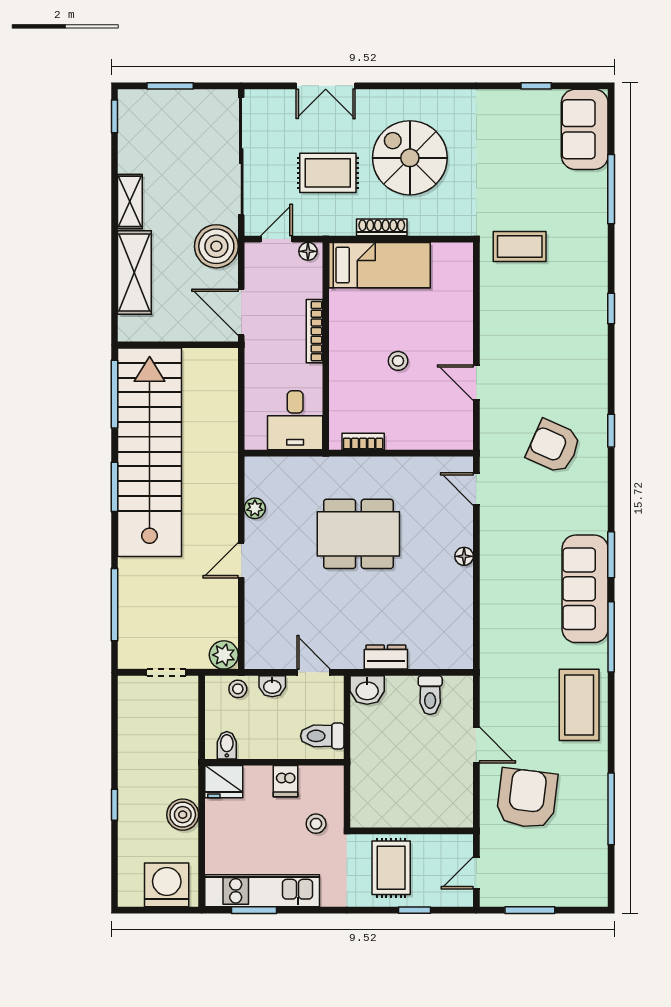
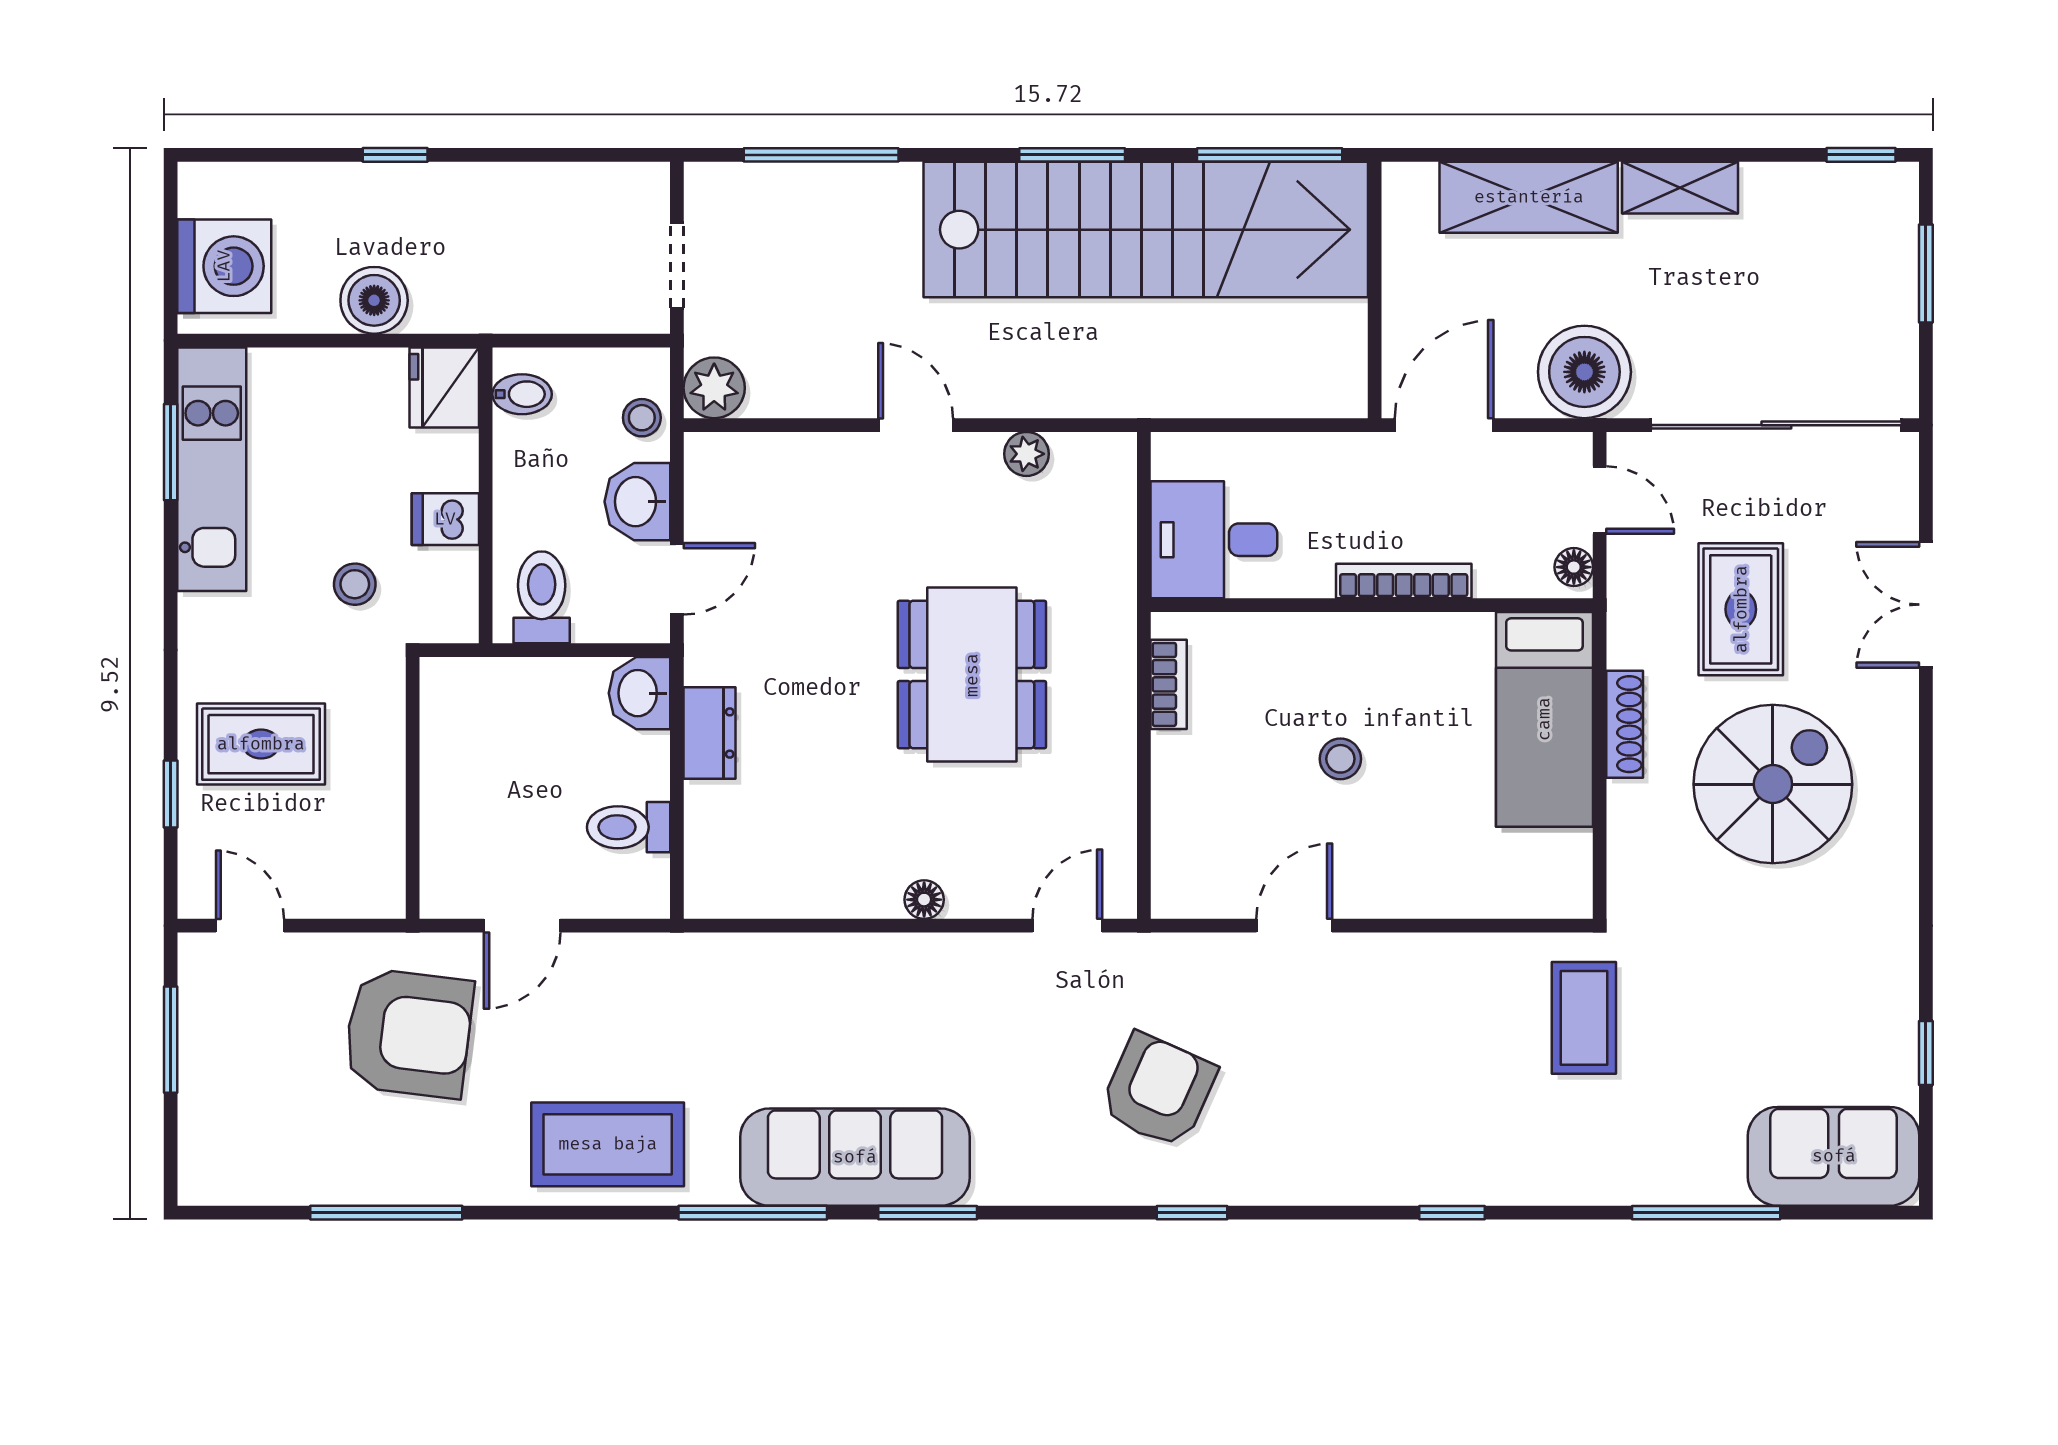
washbasin: (272, 686) -> (637, 502), width x1.38, depth x1.45
wall: (412, 831) -> (413, 788), moved

